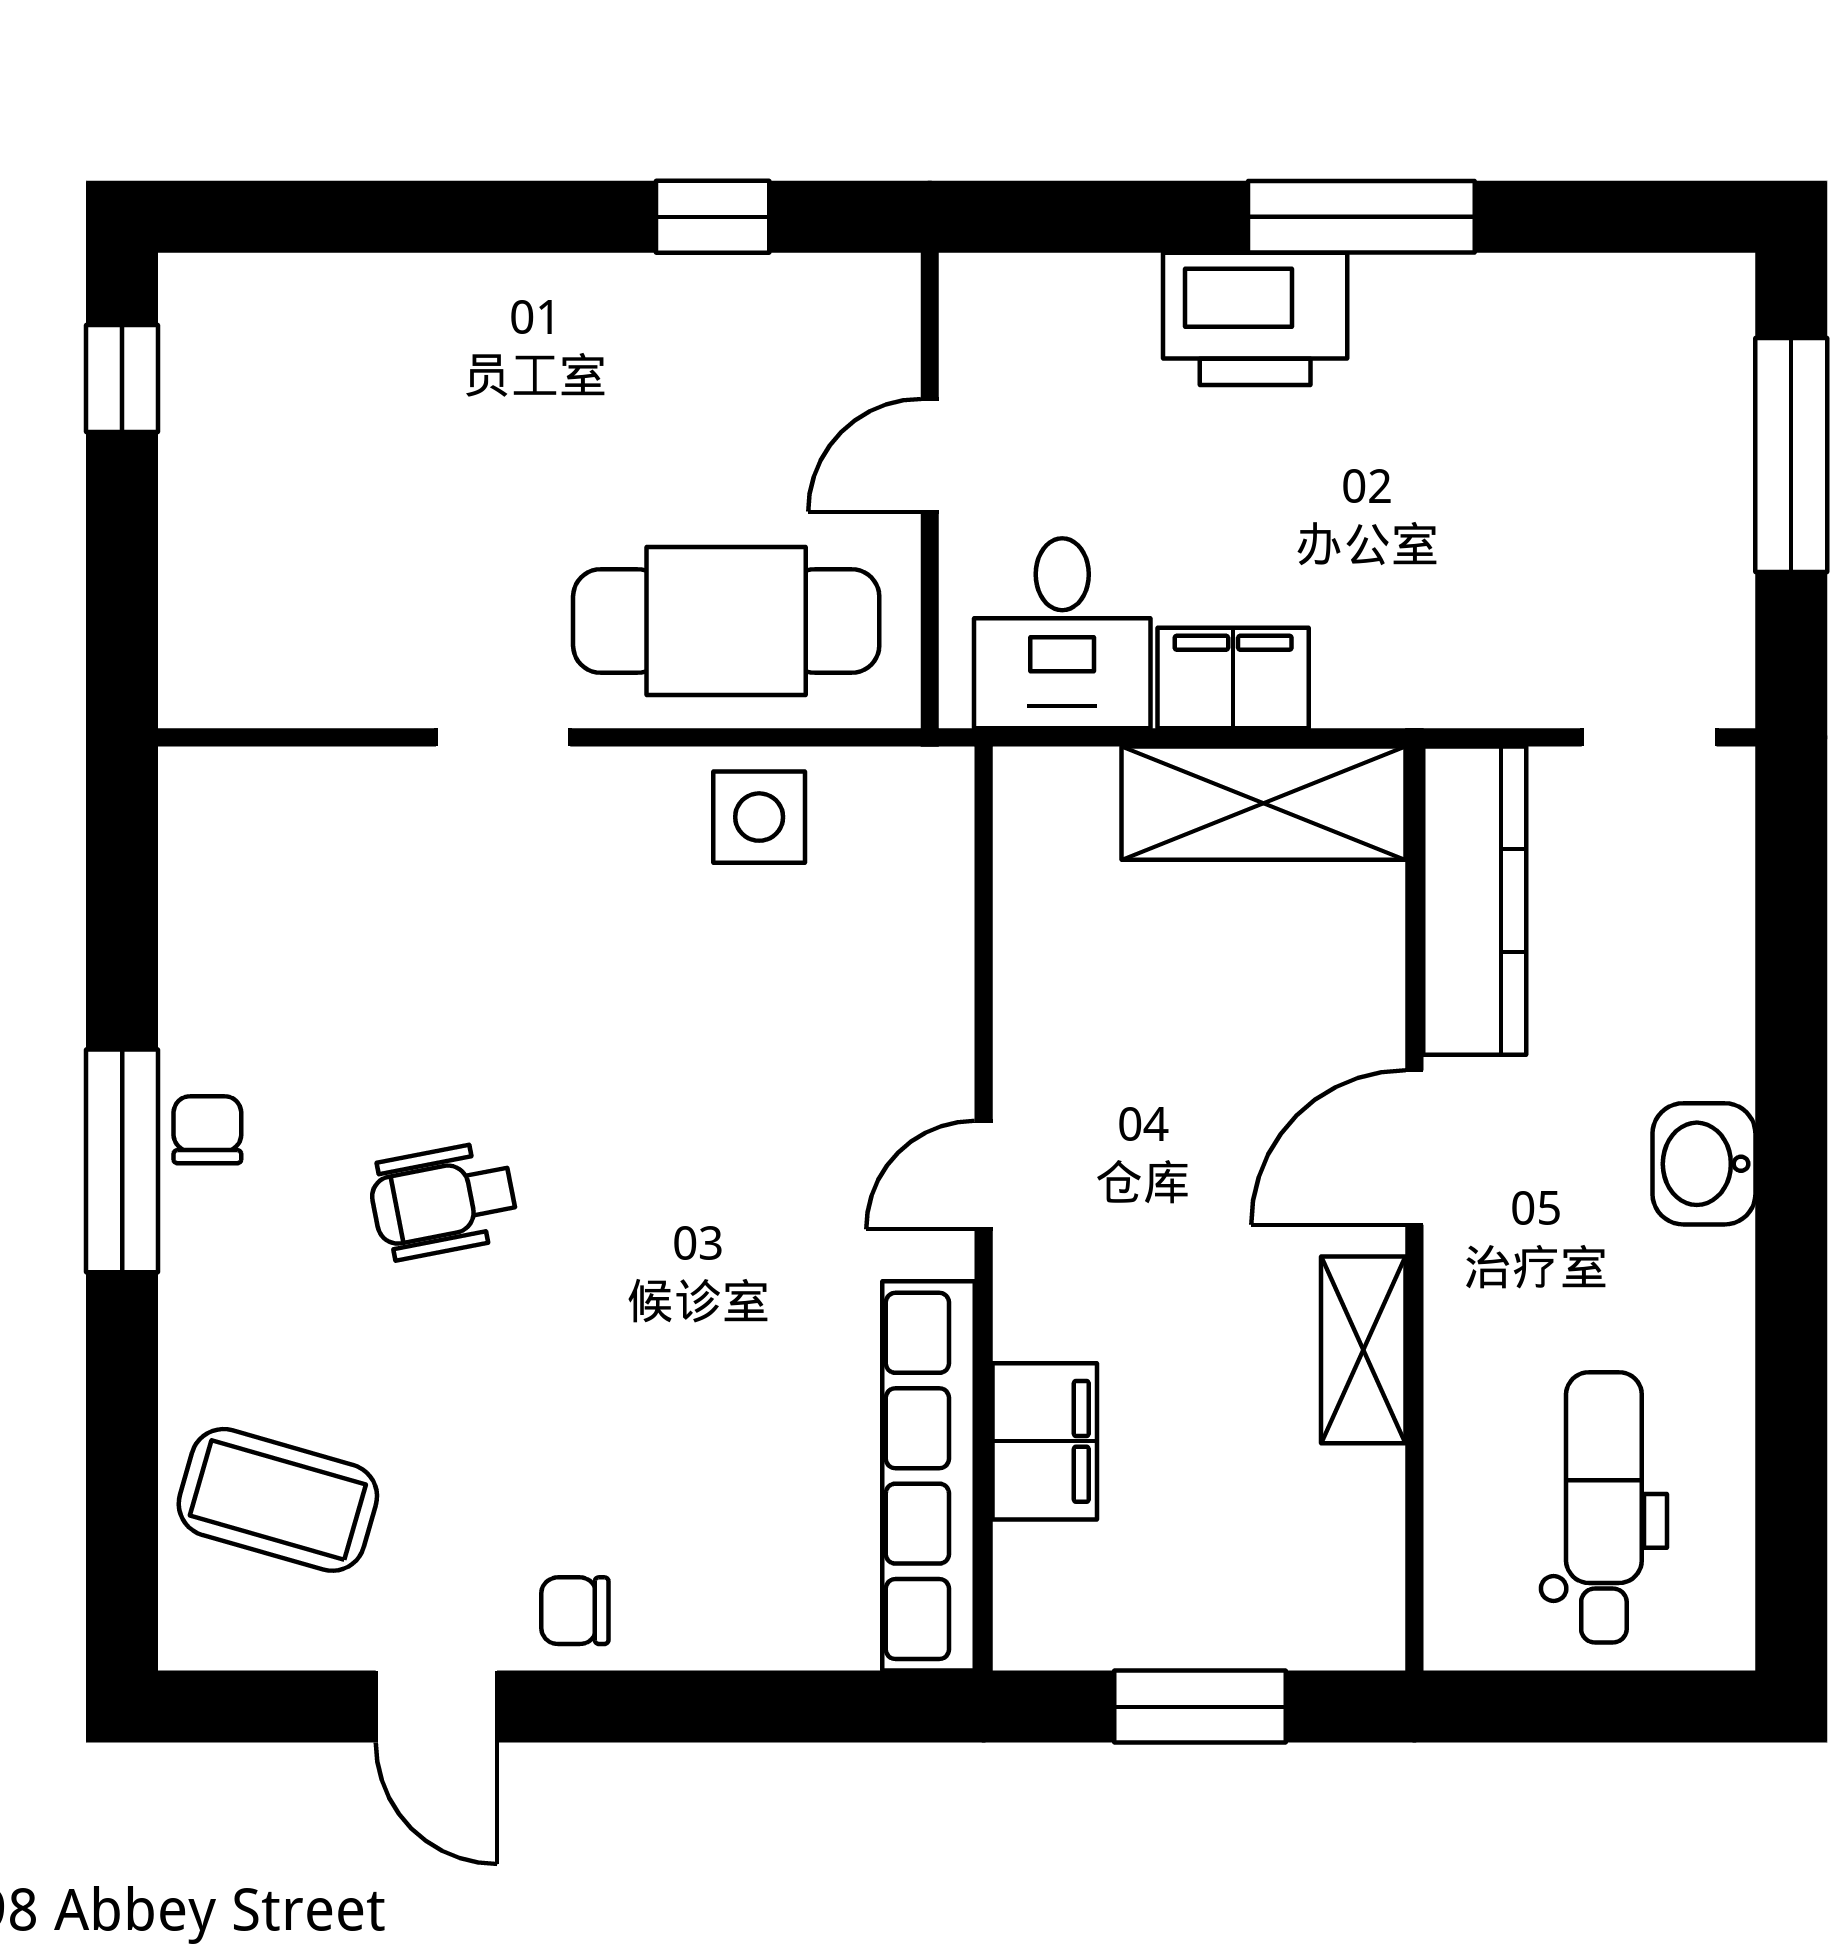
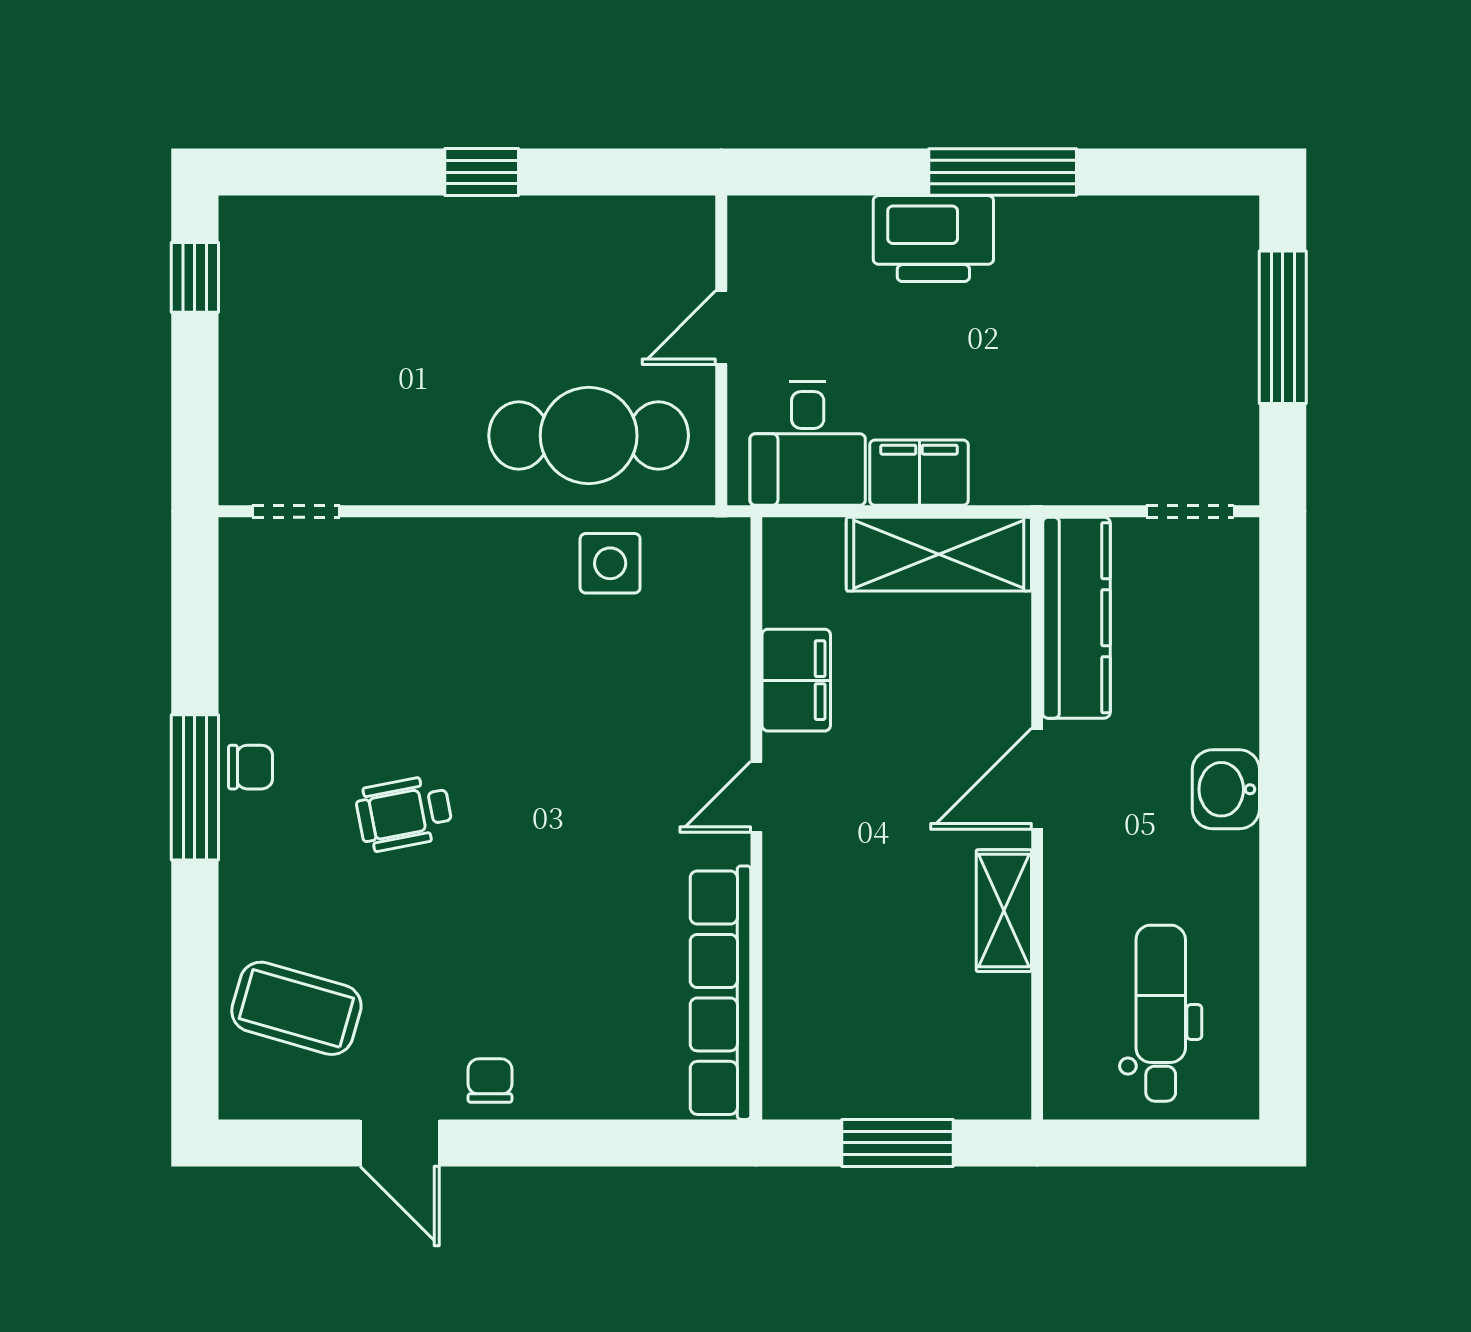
window: (713, 217) -> (482, 172), moved
doorway: (503, 737) -> (296, 511), moved
chair: (207, 1130) -> (250, 767), turned 90
filing cabinet: (1045, 1441) -> (796, 680), moved
chair: (575, 1611) -> (490, 1081), turned 90

